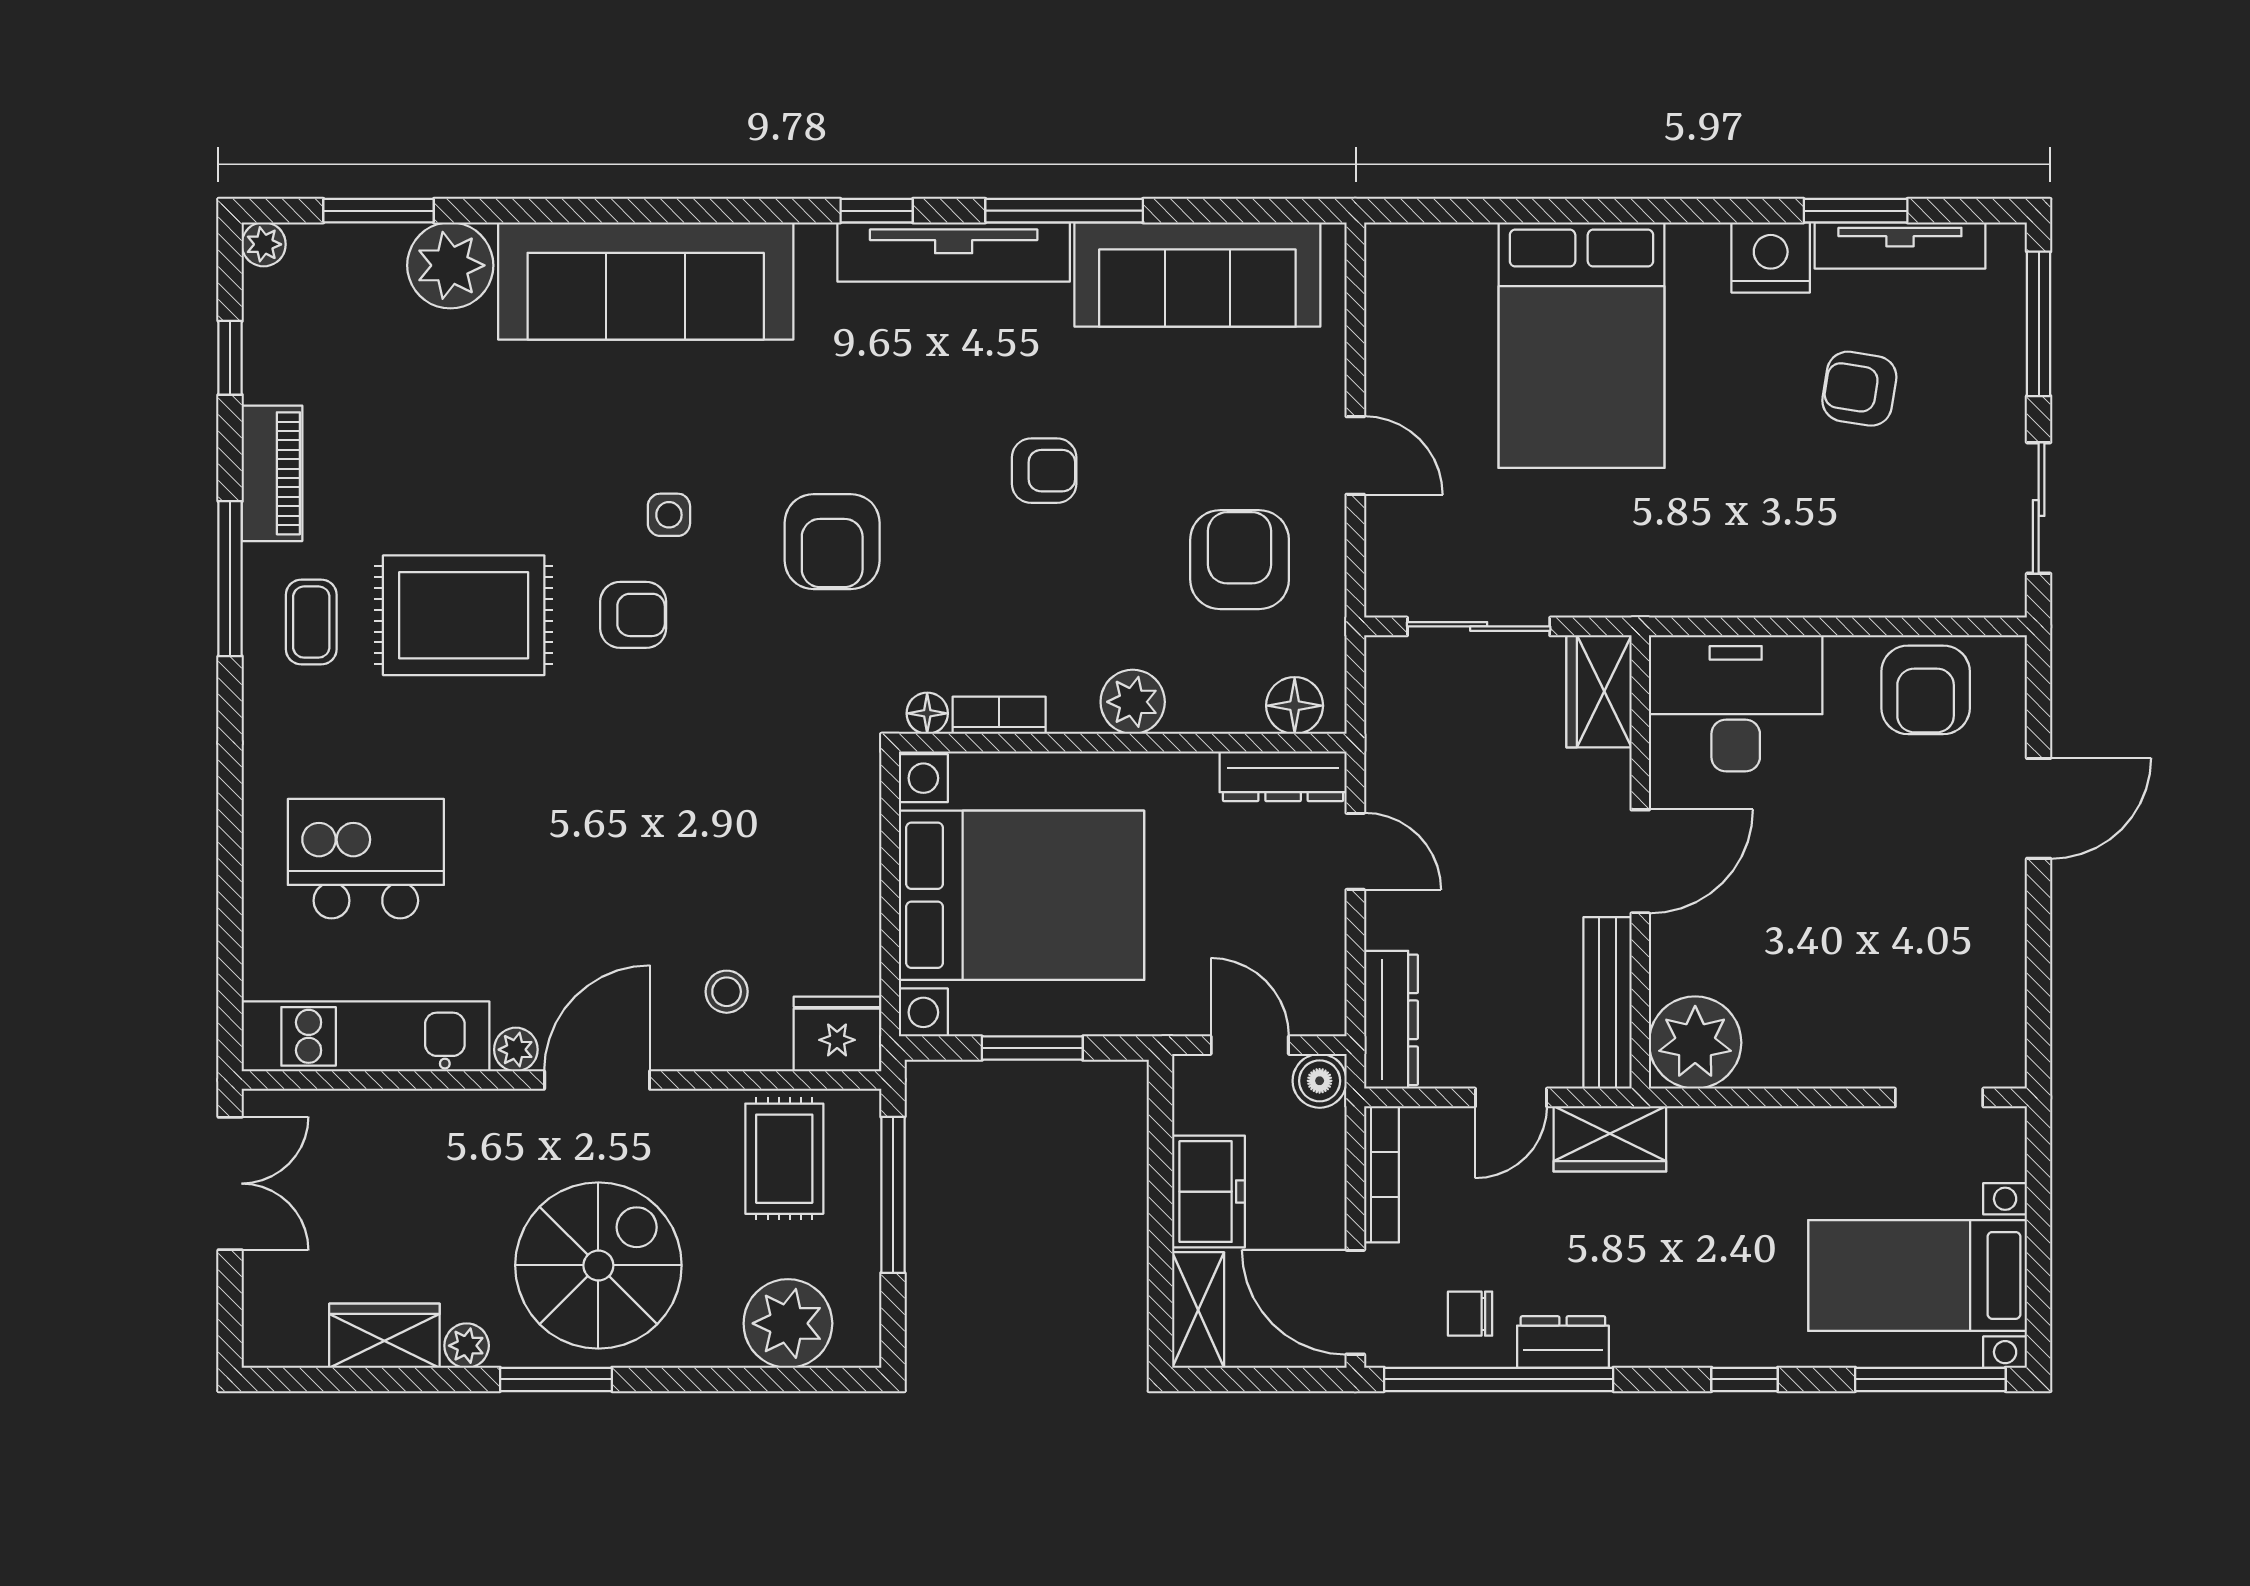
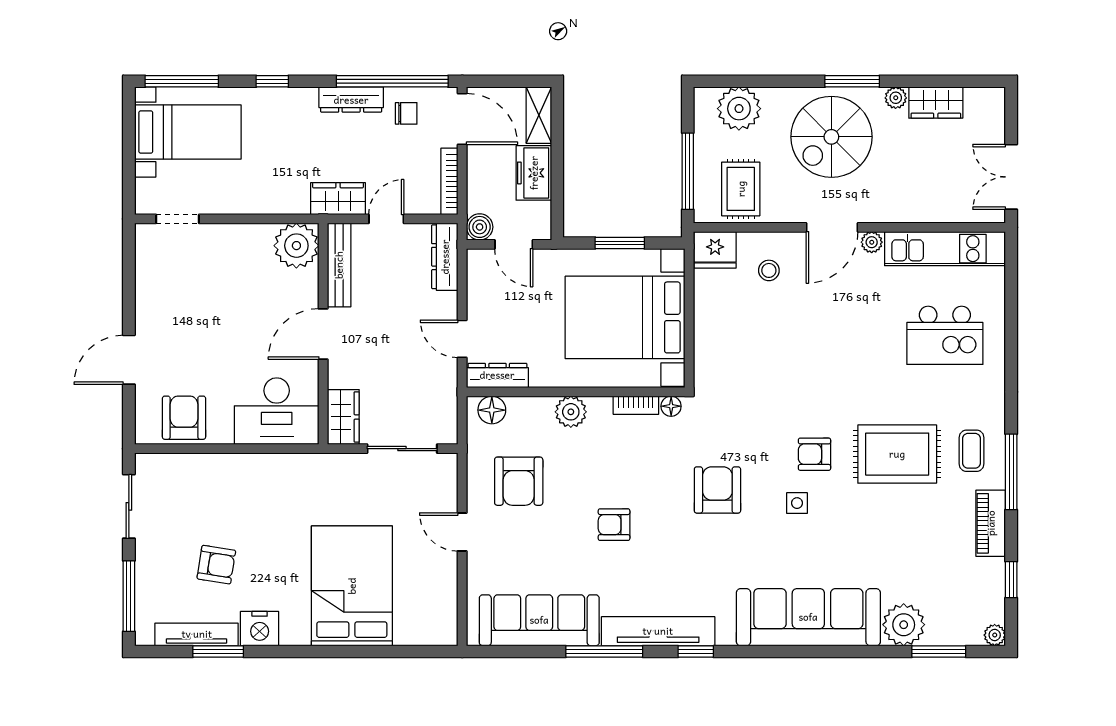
dresser: (1563, 1342) -> (351, 100), width x1.44

